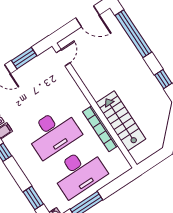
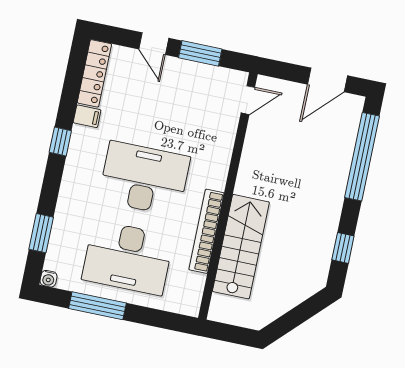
door: (87, 16) -> (328, 80), hinge flipped
desk: (53, 133) -> (144, 179), turned 180

